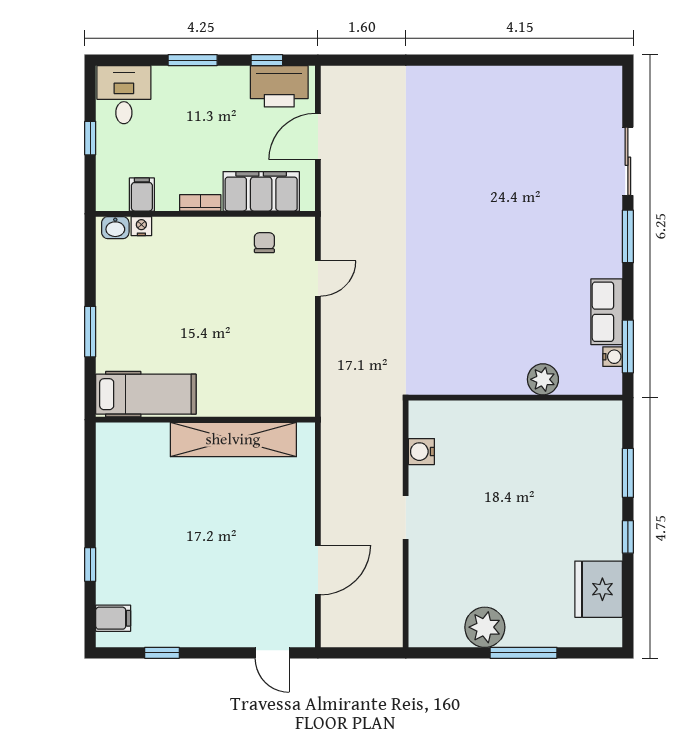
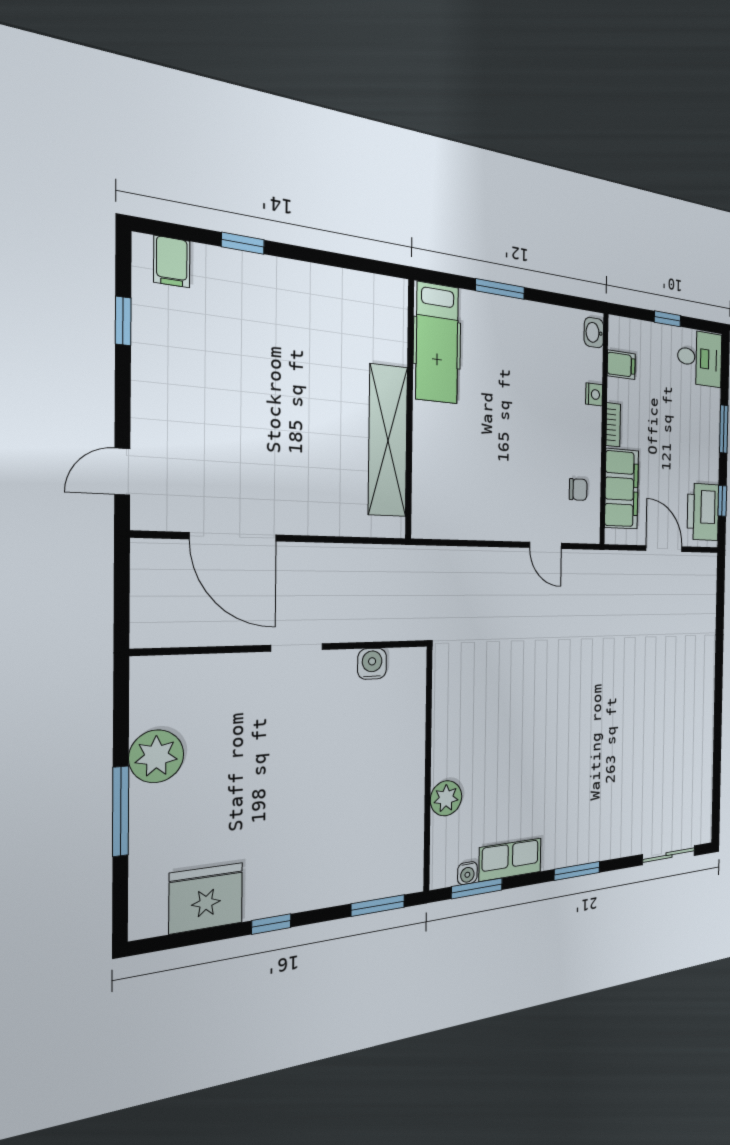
sliding door: (628, 161) -> (669, 855), moved
nightstand: (141, 226) -> (594, 394), moved
window: (628, 473) -> (378, 906), moved
door: (318, 570) -> (233, 537), width x1.36

